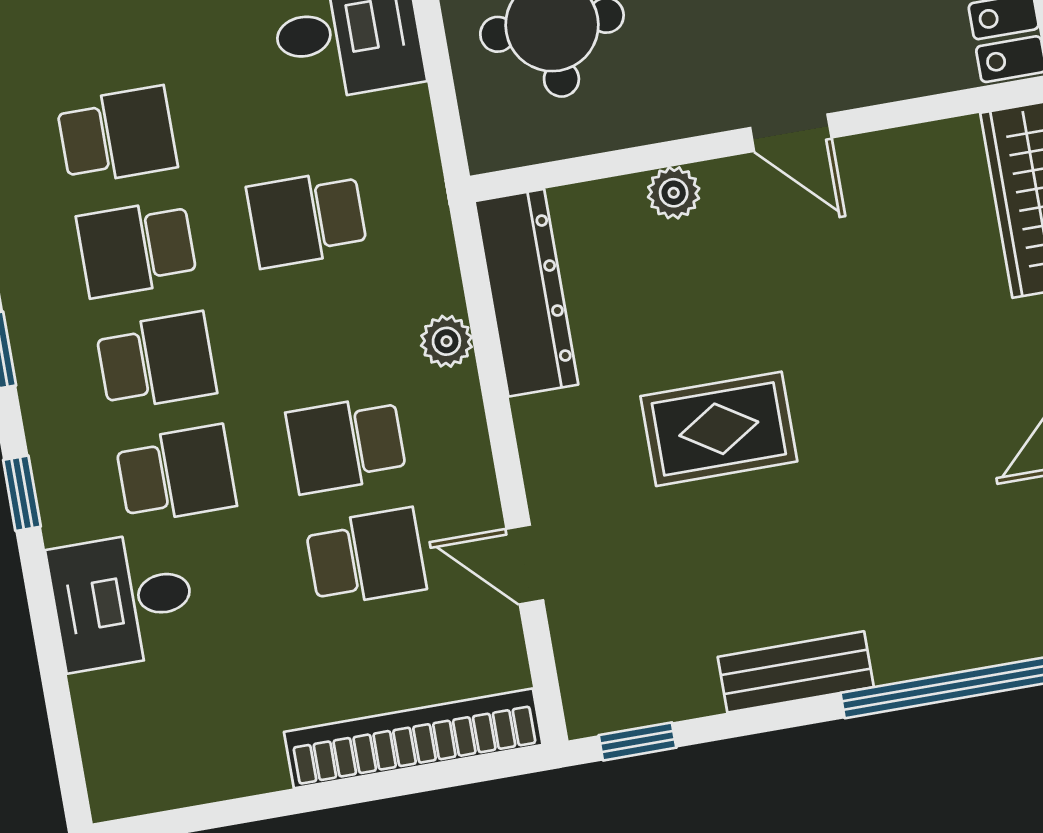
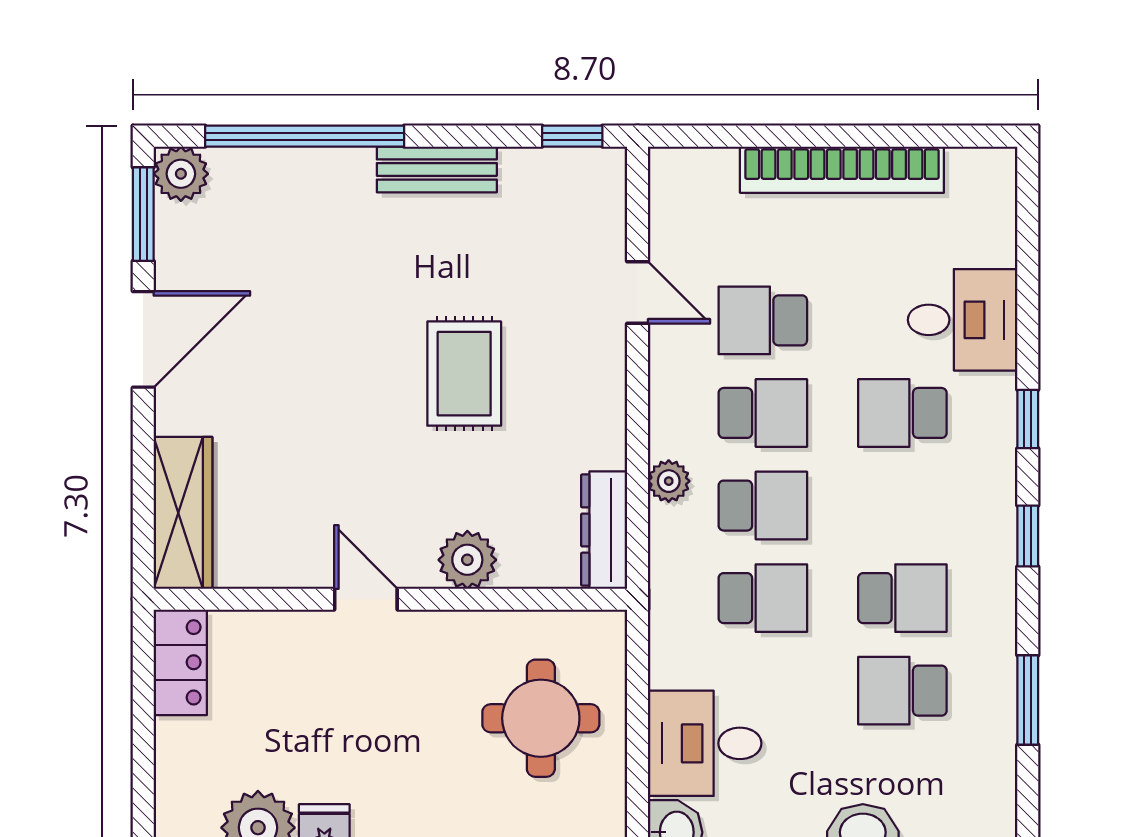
plant: (674, 193) -> (467, 560), width x1.38, depth x1.38
dresser: (526, 293) -> (604, 530), width x0.73, depth x0.80
school desk: (156, 361) -> (763, 506), moved, turned 180
rug: (719, 429) -> (464, 374), turned 90
bookcase: (413, 738) -> (842, 170), moved

